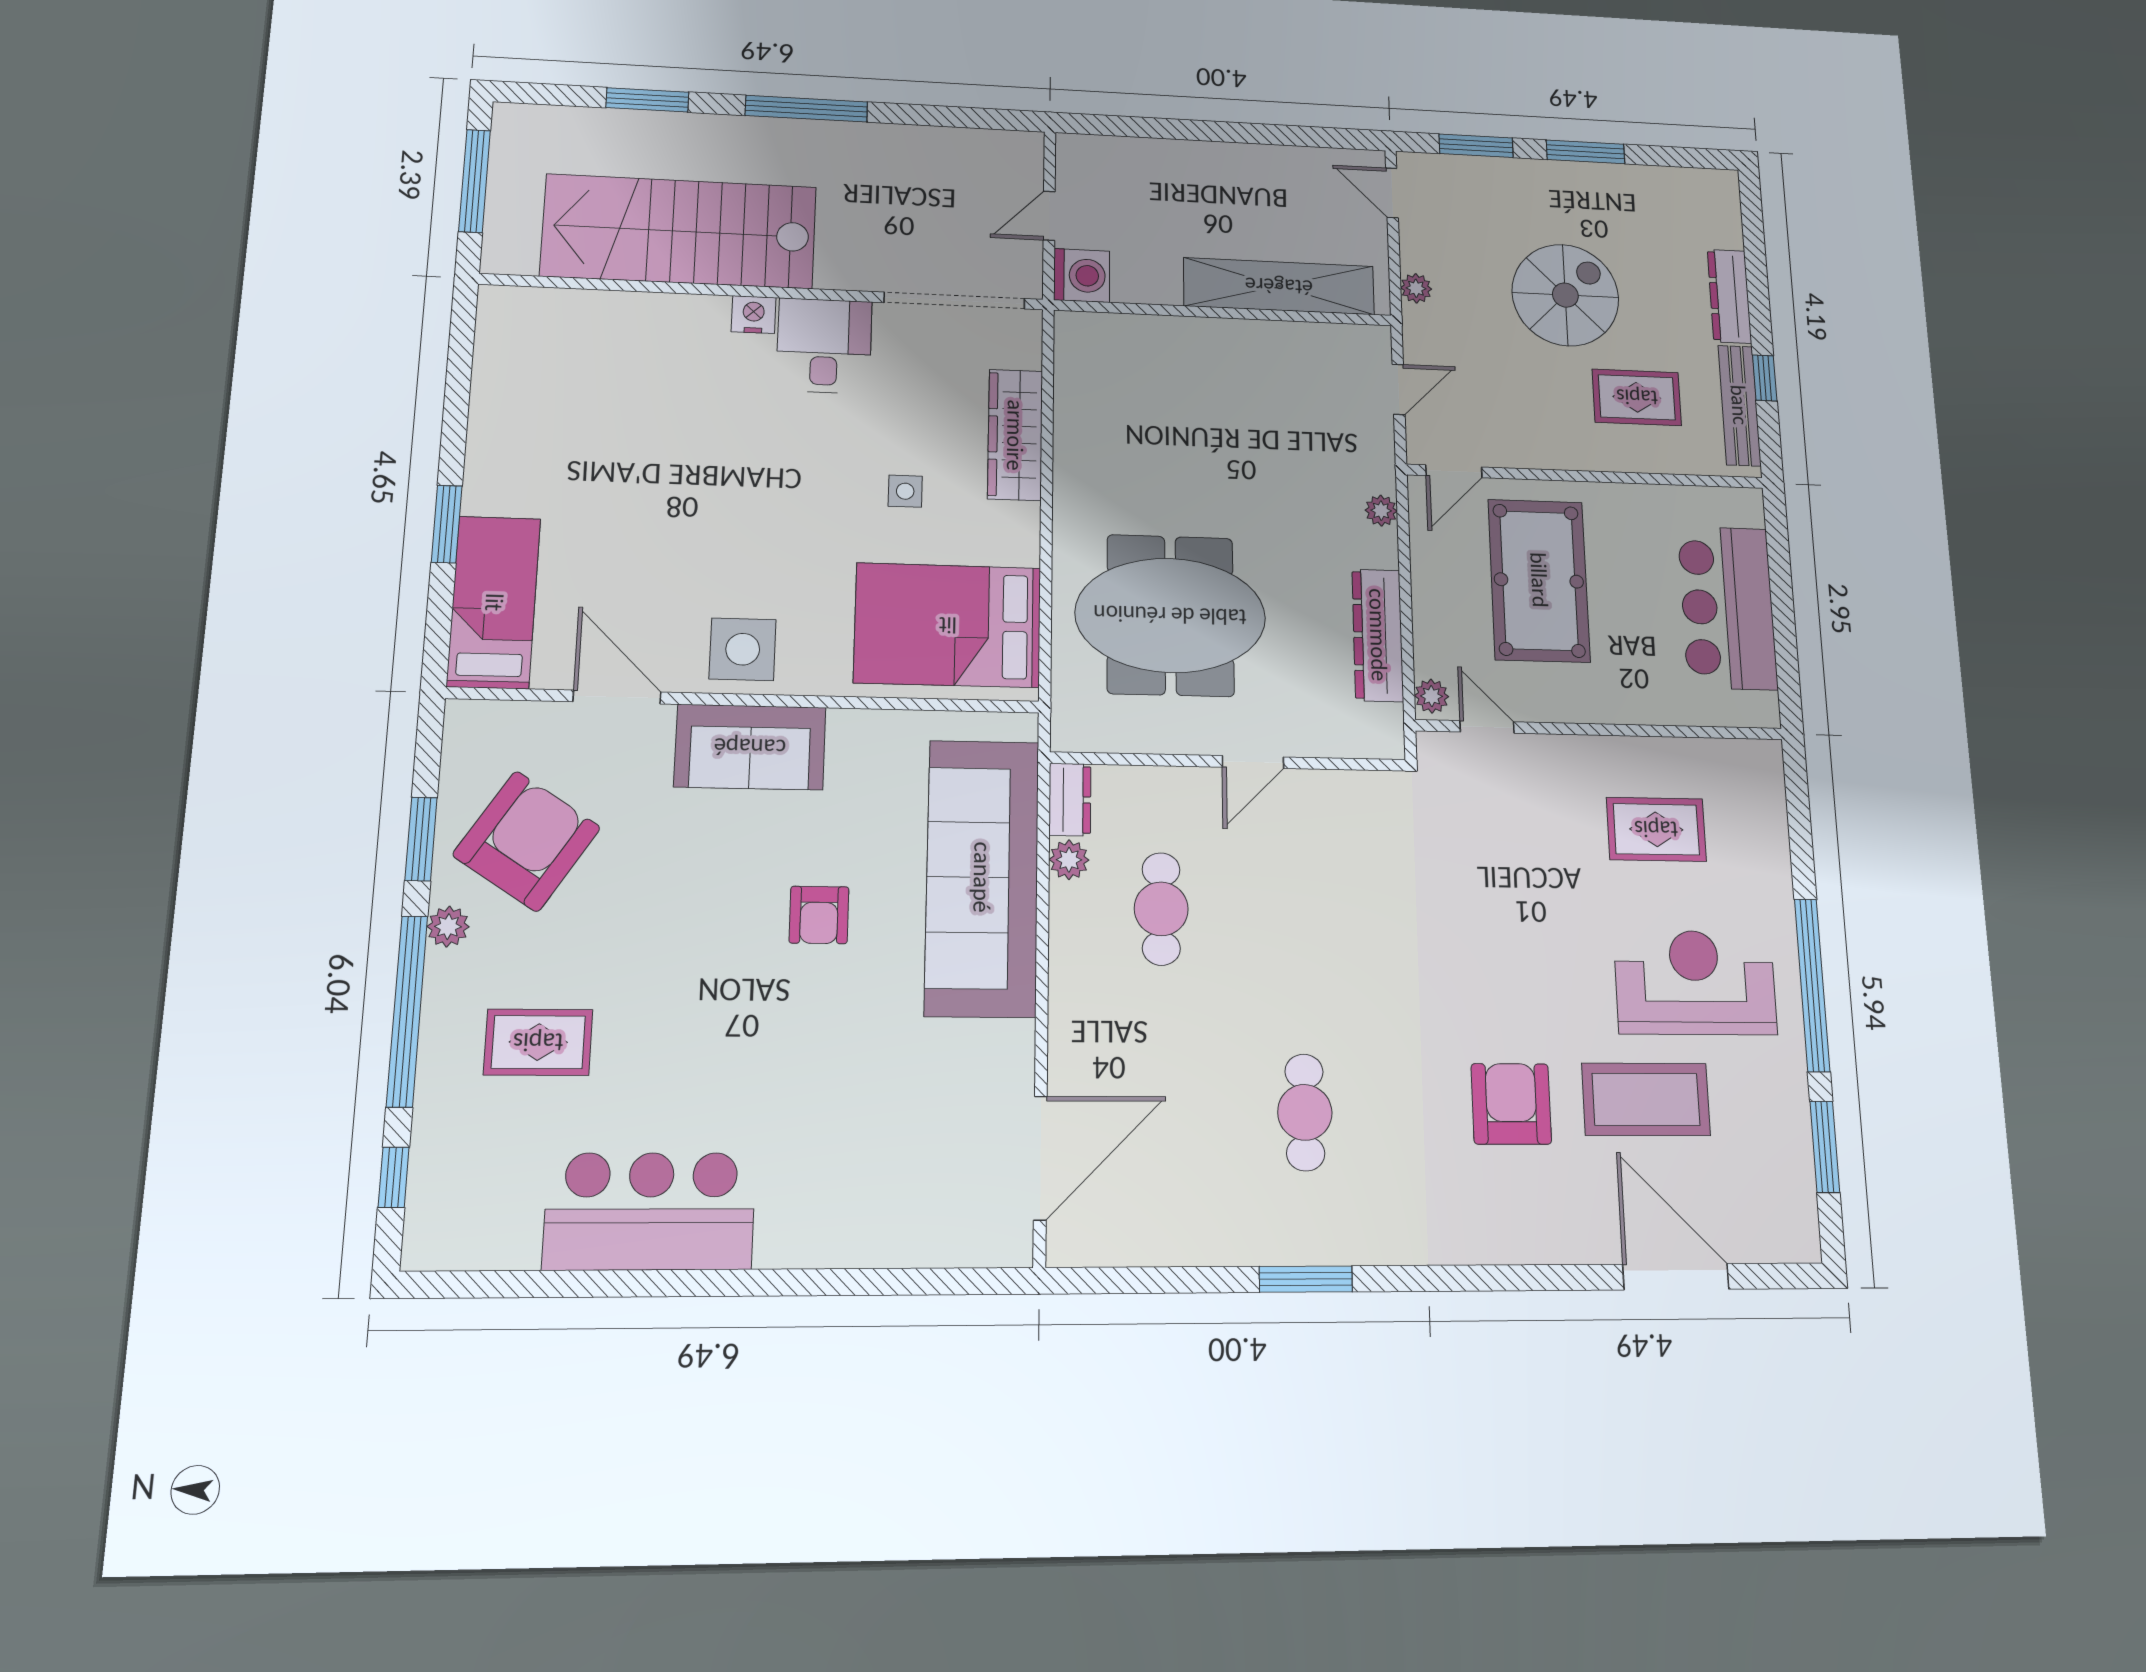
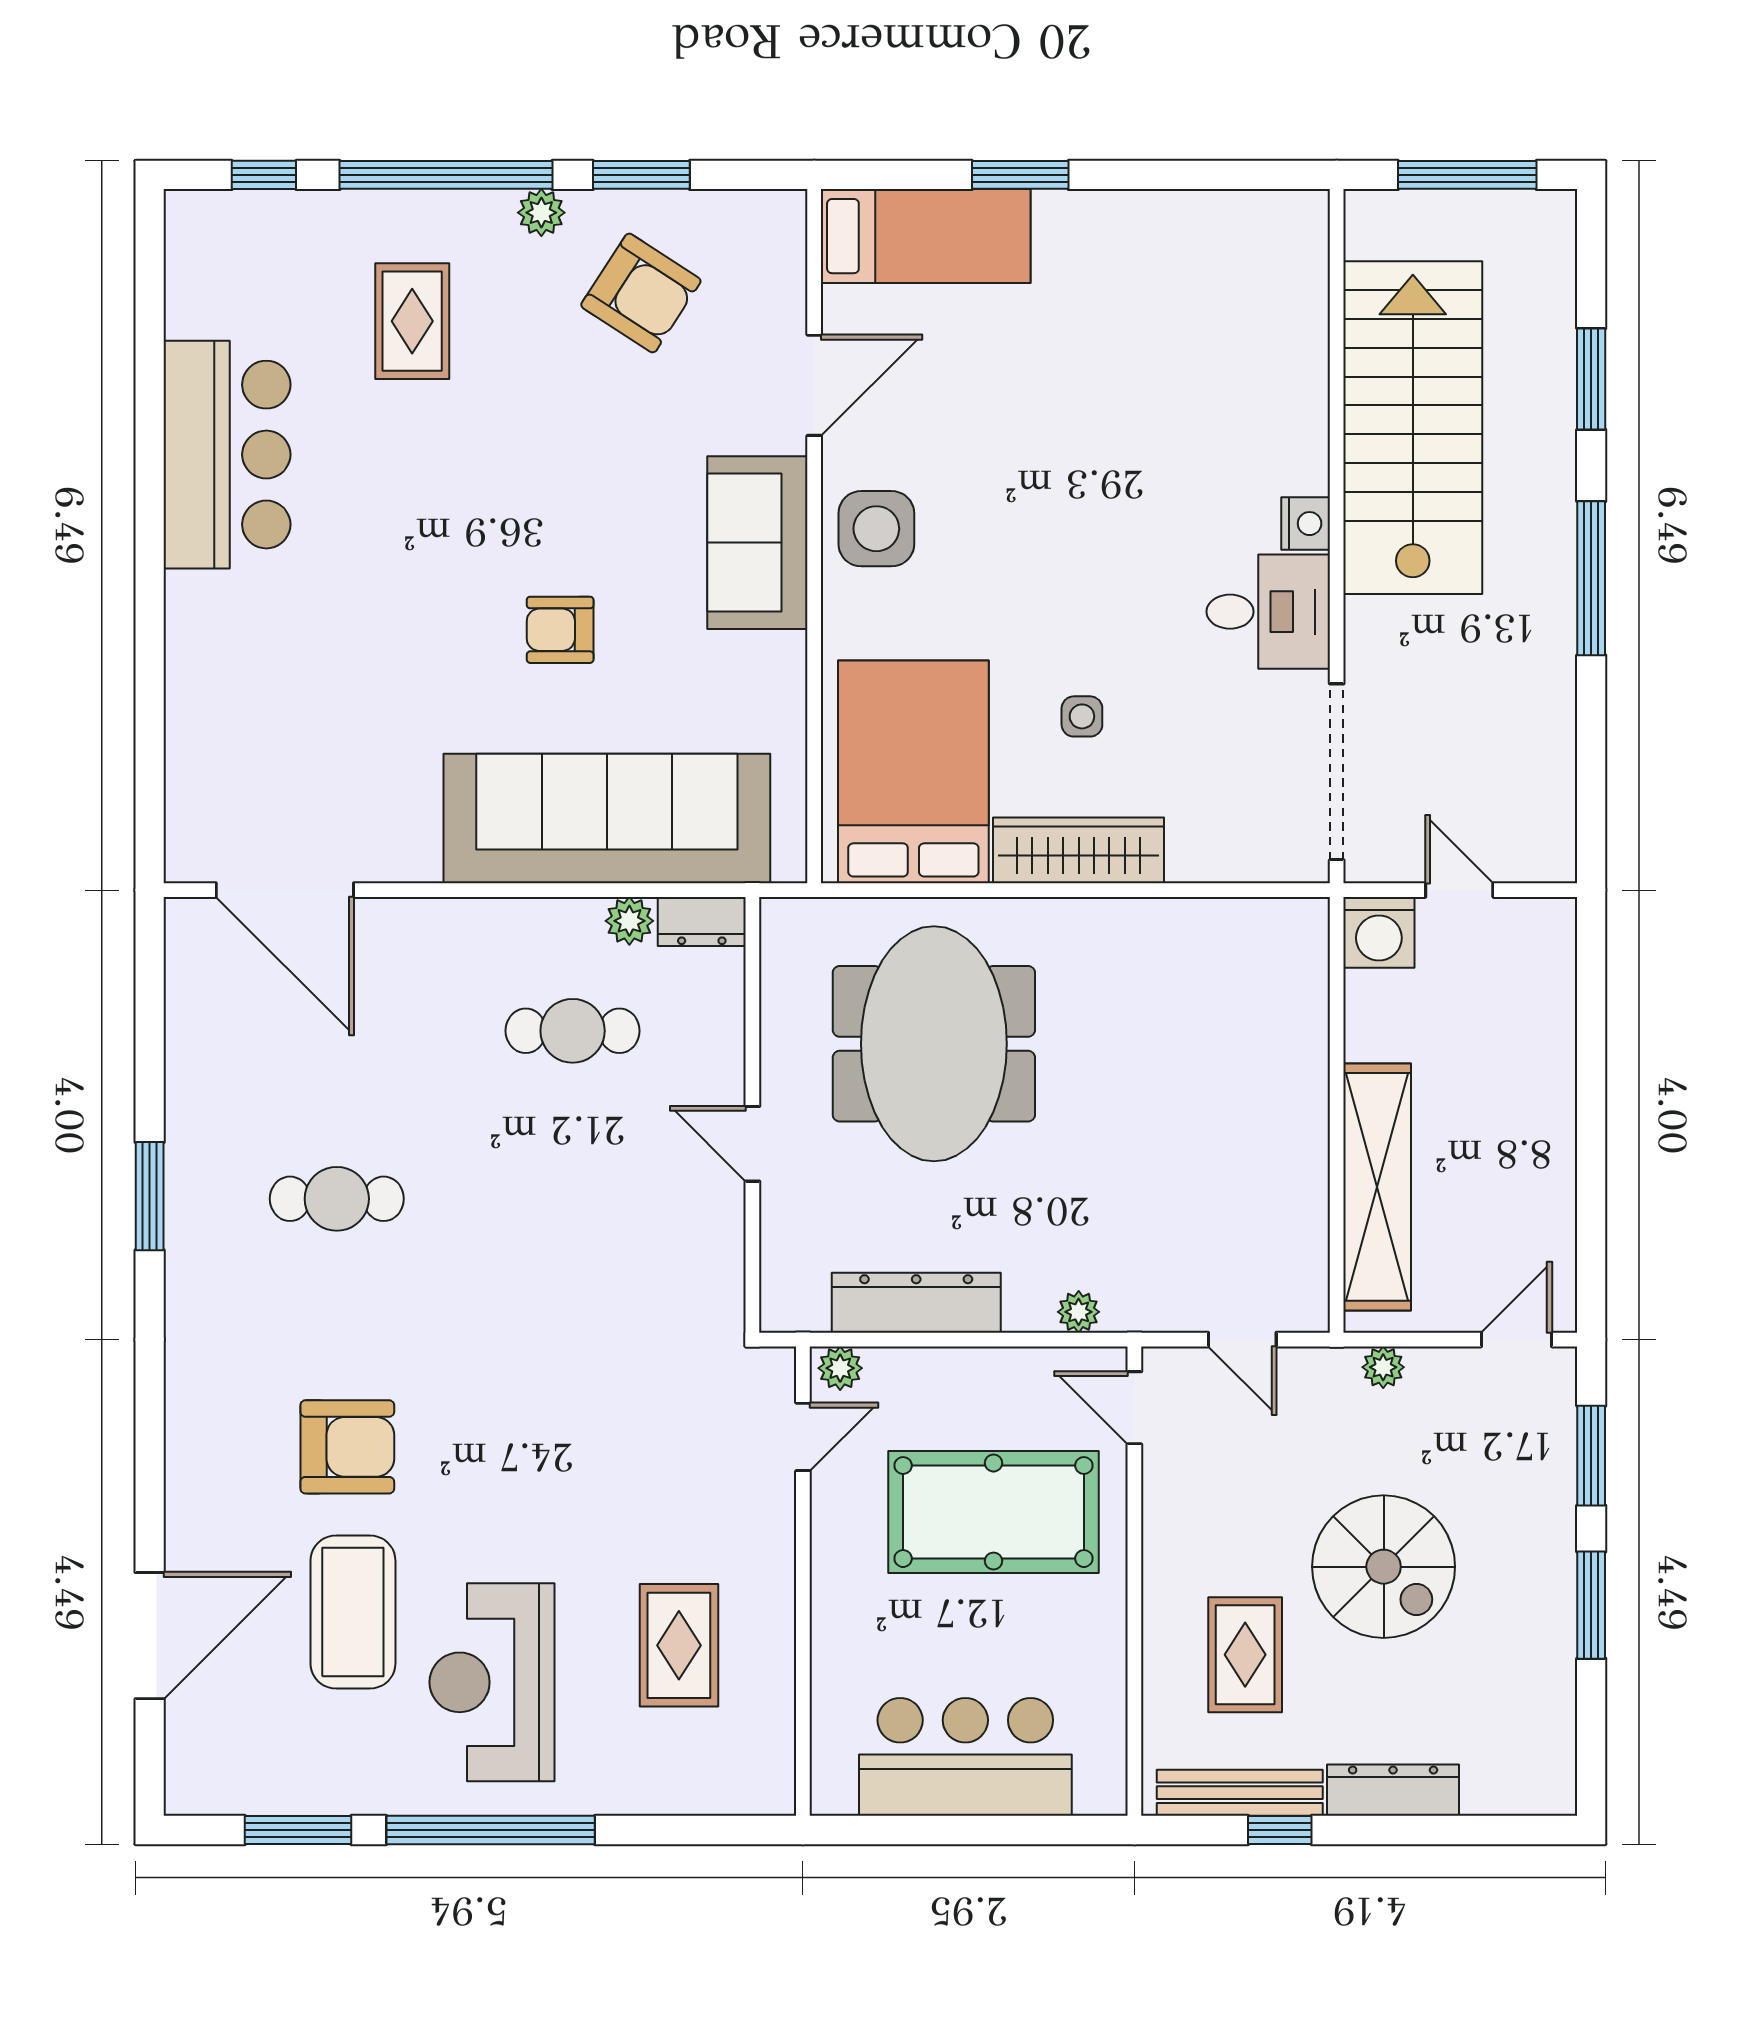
wardrobe: (1015, 435) -> (1079, 850), moved
armchair: (527, 841) -> (641, 293), width x0.73, depth x0.73
reception desk: (1695, 983) -> (492, 1682), turned 180

